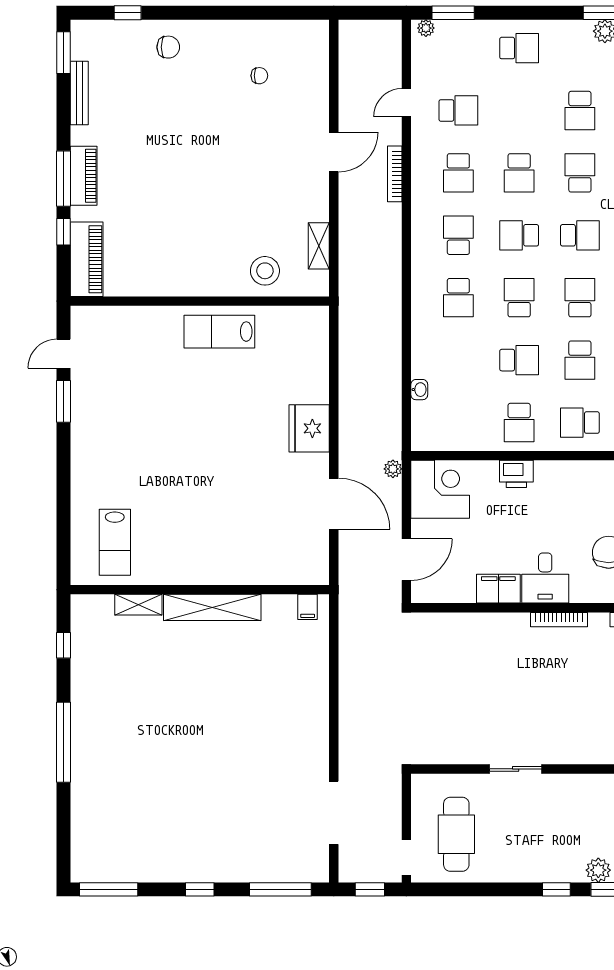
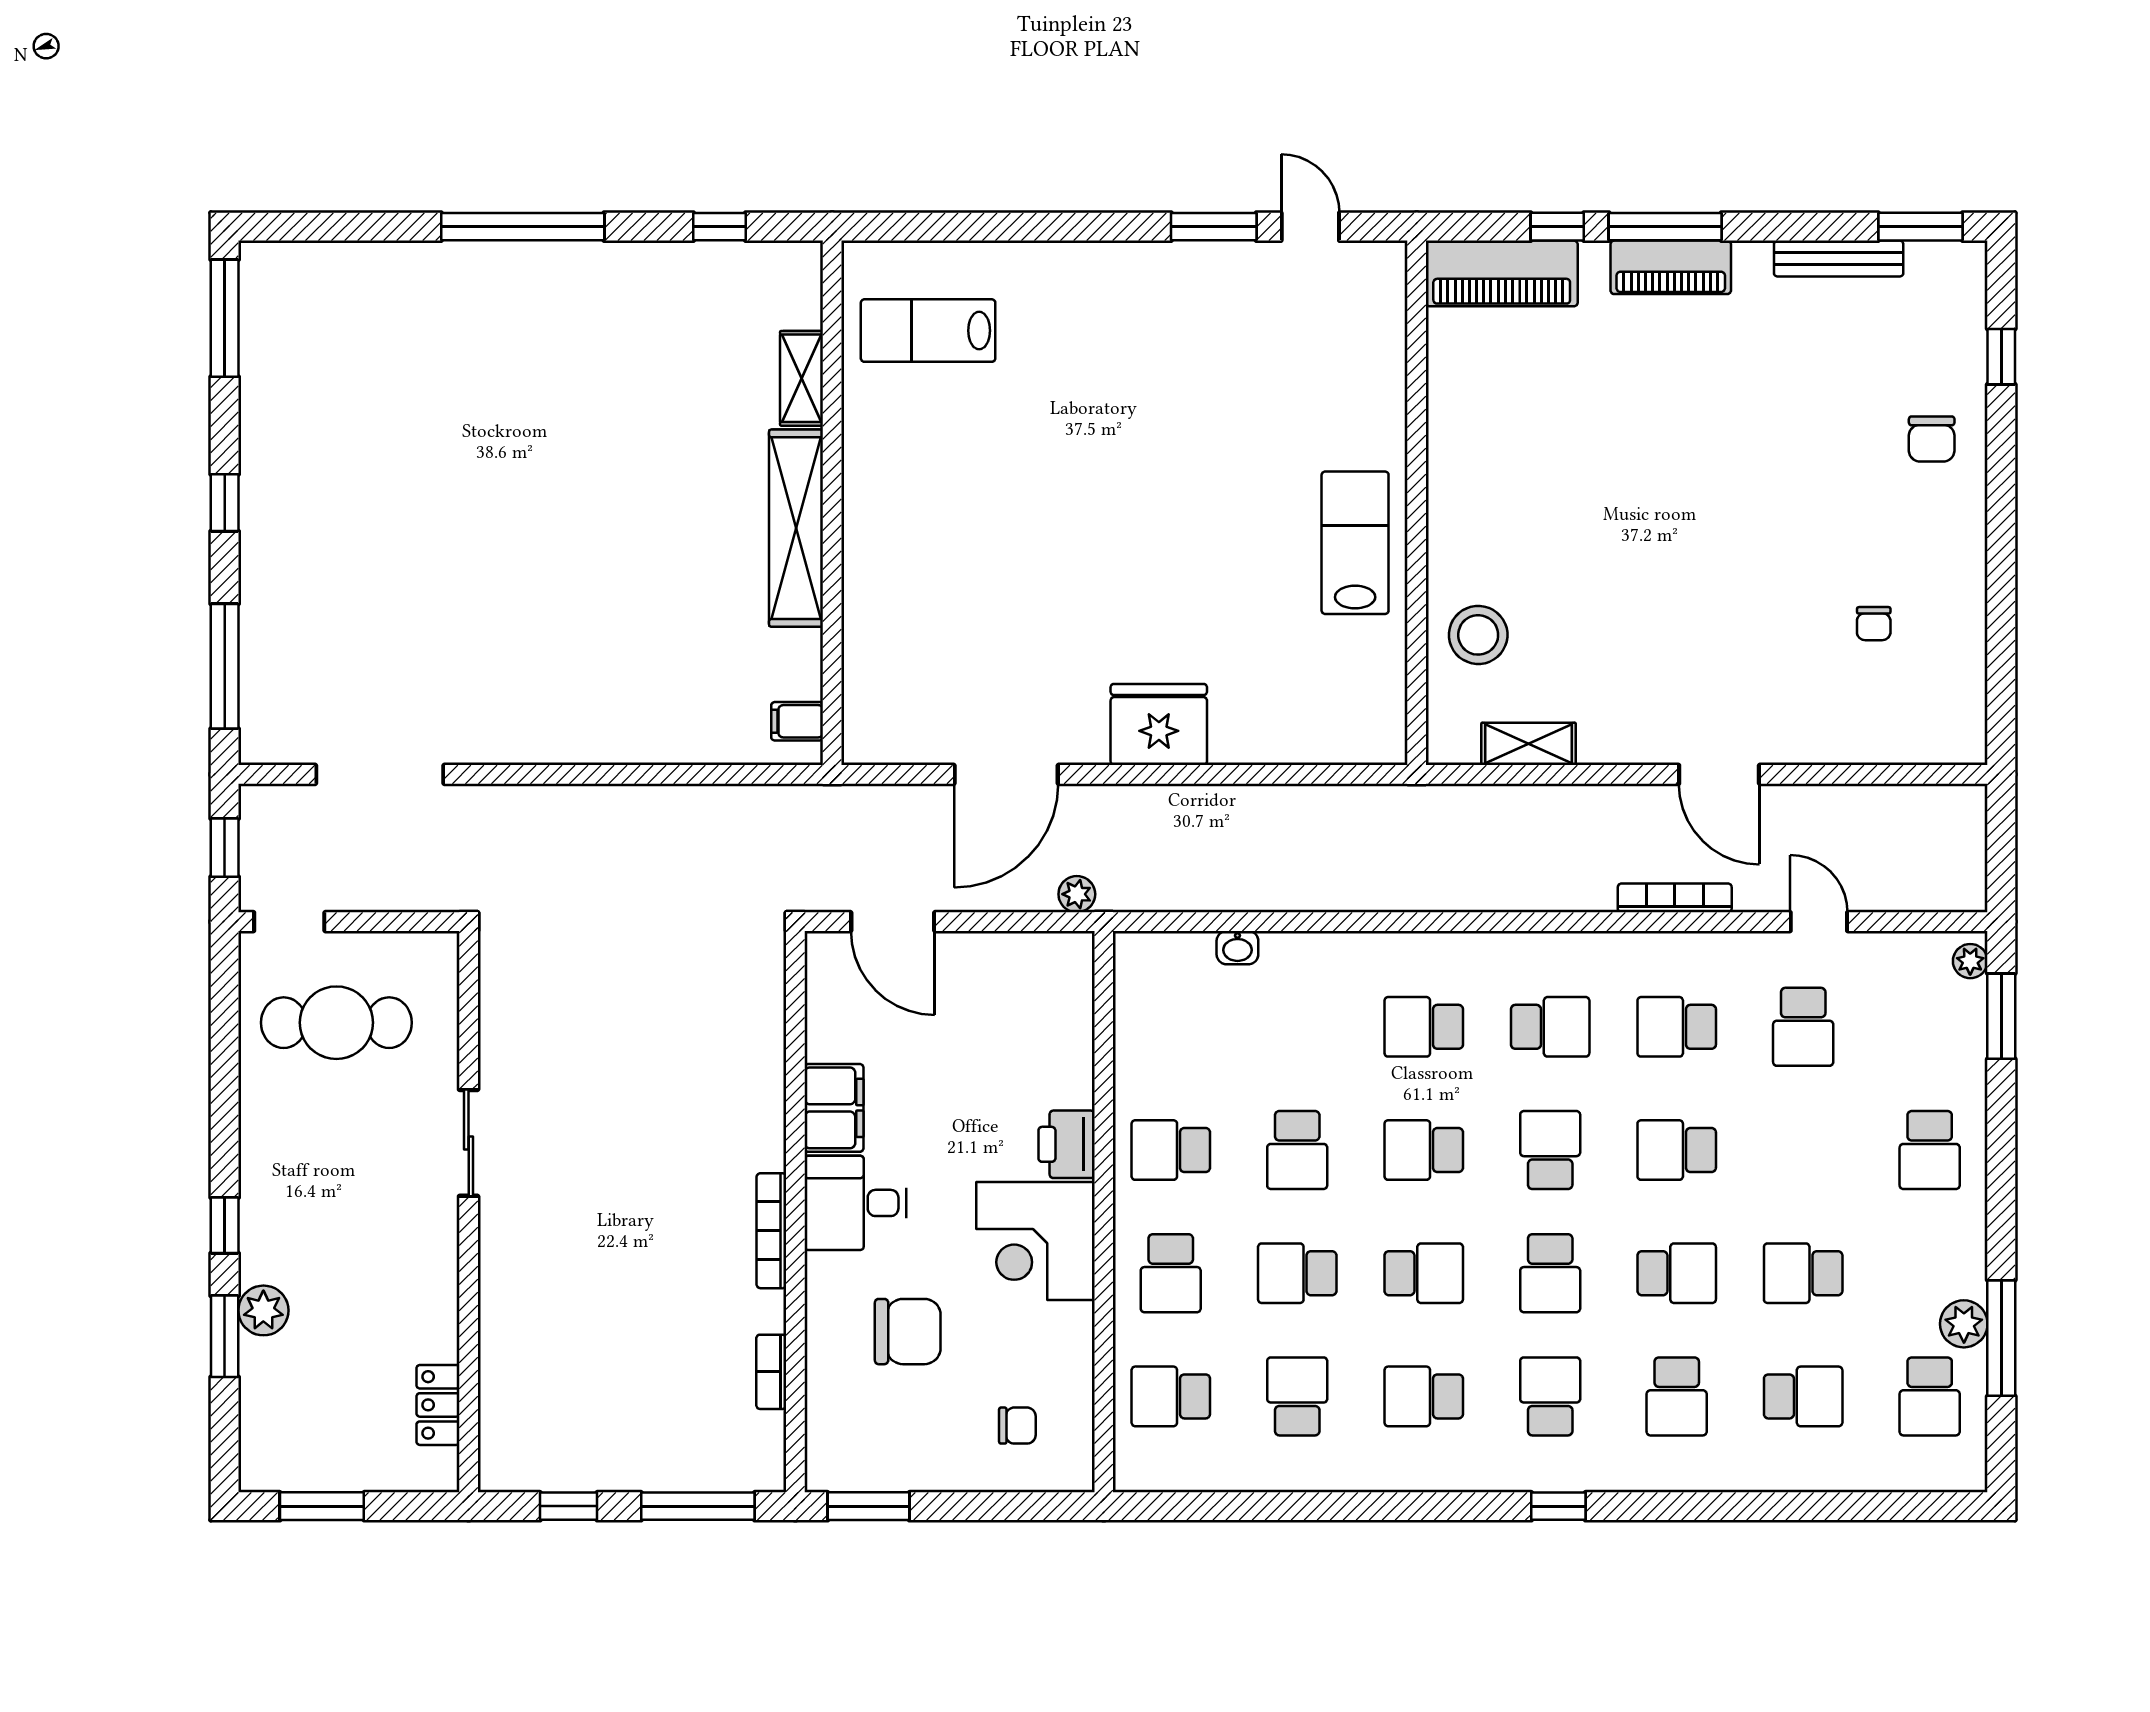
school desk: (519, 298) -> (1424, 1150), turned 180
school desk: (580, 423) -> (1171, 1273), turned 180
corner desk: (440, 489) -> (1035, 1241), moved, turned 90

